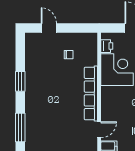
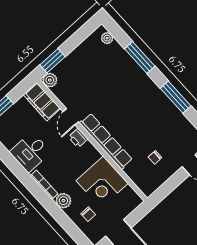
printer: (107, 46) -> (78, 138), moved
window: (20, 81) -> (176, 97), width x1.44

